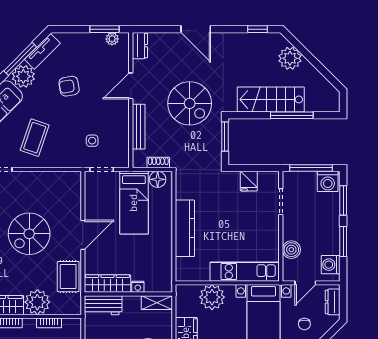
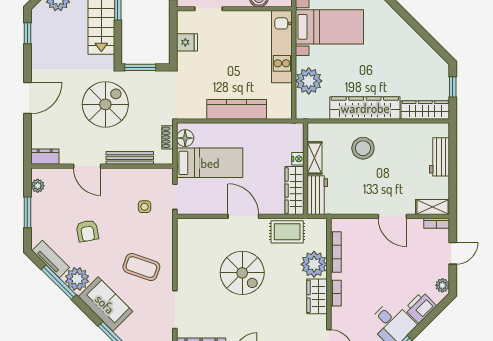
window: (104, 29) -> (27, 212), moved
shelving: (157, 303) -> (314, 158), moved
bookcase: (49, 323) -> (336, 252), width x1.56

